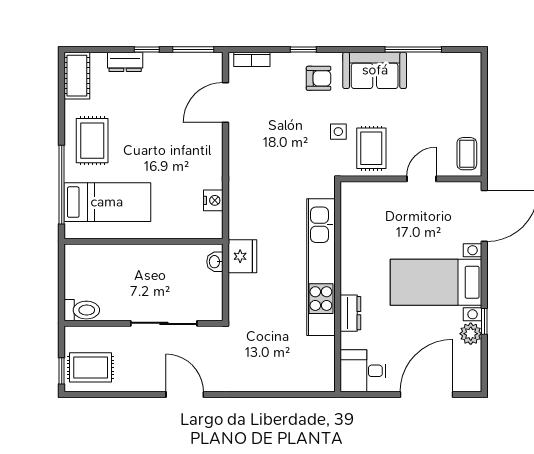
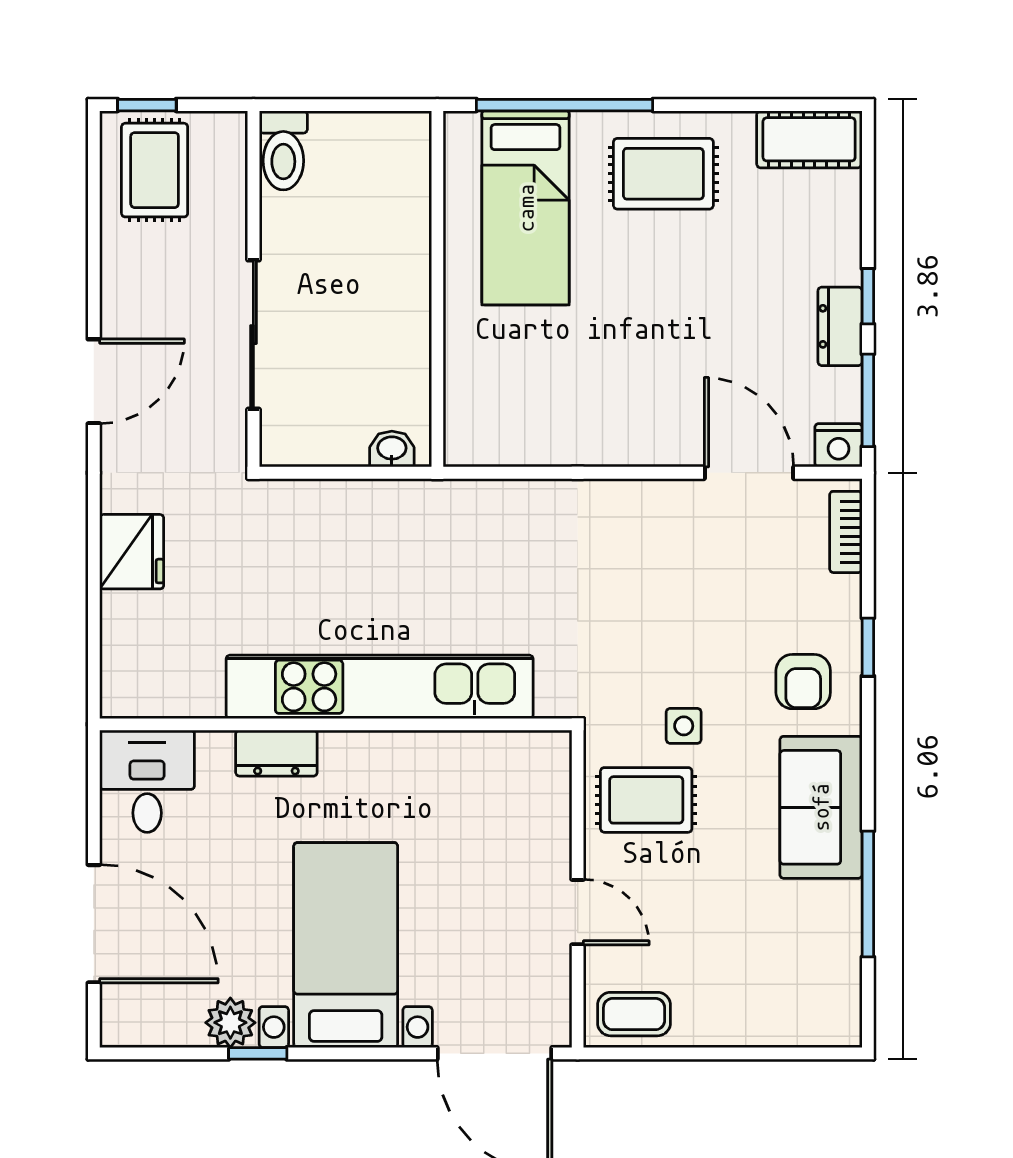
dresser: (125, 62) -> (840, 326), moved
nightstand: (213, 200) -> (839, 445), moved
fridge: (242, 256) -> (132, 552), moved, turned -90

